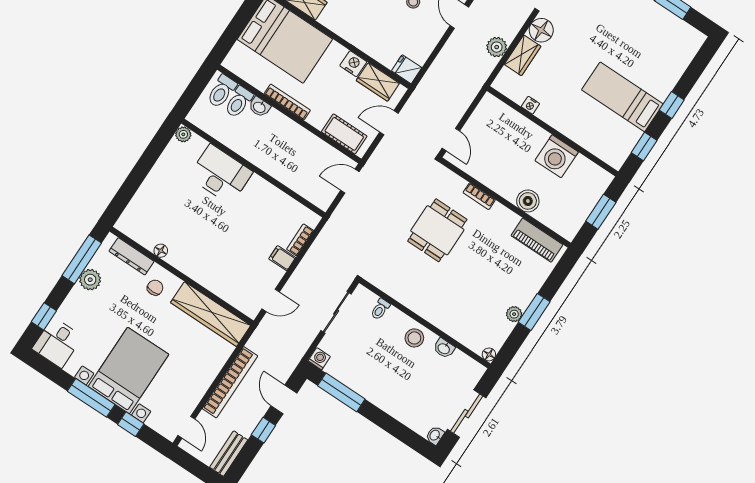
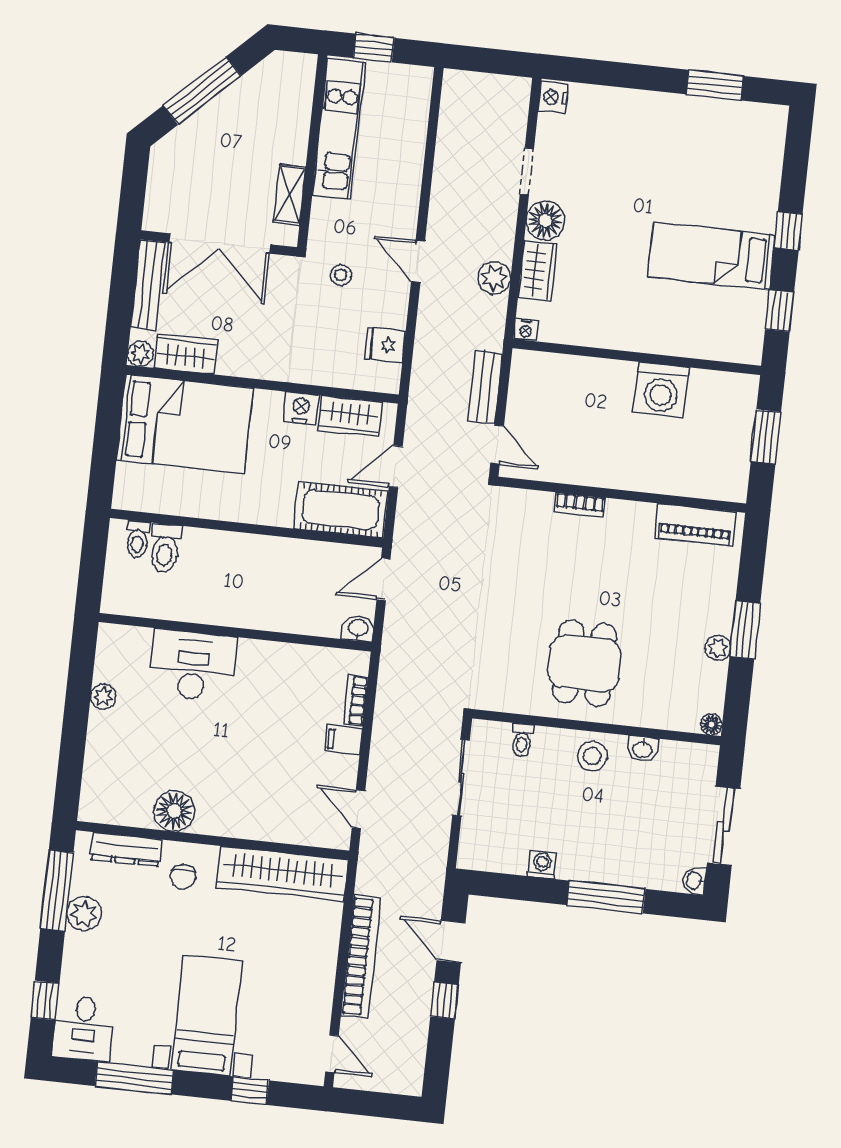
fridge: (407, 69) -> (385, 345), moved
toilet: (222, 91) -> (138, 539), width x0.73, depth x0.72
bookcase: (287, 102) -> (235, 512), removed
nightstand: (530, 105) -> (526, 330), moved
washbasin: (259, 107) -> (358, 629), moved, turned 180
plant: (183, 134) -> (103, 697), moved
cot: (344, 134) -> (341, 510), width x1.37, depth x1.34
boiler: (528, 201) -> (653, 475), removed
dining table: (437, 230) -> (585, 663), moved
floor lamp: (161, 251) -> (174, 811), width x1.89, depth x1.89
chair: (155, 288) -> (183, 877), turned 180
door: (271, 300) -> (358, 809), swing flipped
washing machine: (319, 359) -> (542, 864), moved
bed with nightstands: (129, 370) -> (207, 1015), width x0.73
window: (341, 392) -> (606, 897), moved
window: (91, 398) -> (134, 1078), moved
bench: (229, 454) -> (485, 387), moved

